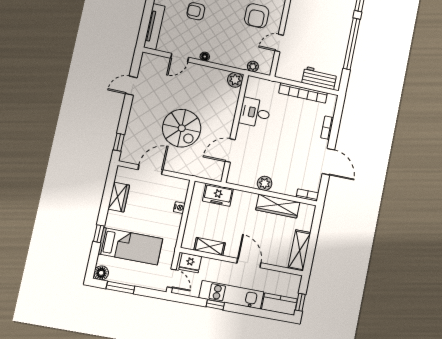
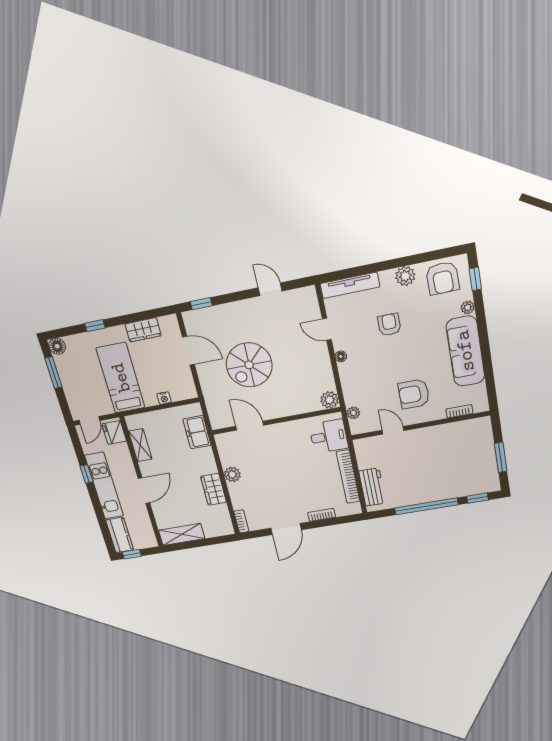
desk: (255, 113) -> (329, 436), moved, turned 90
wardrobe: (278, 206) -> (213, 489), width x0.67
bed: (131, 246) -> (121, 378), moved, turned 180

